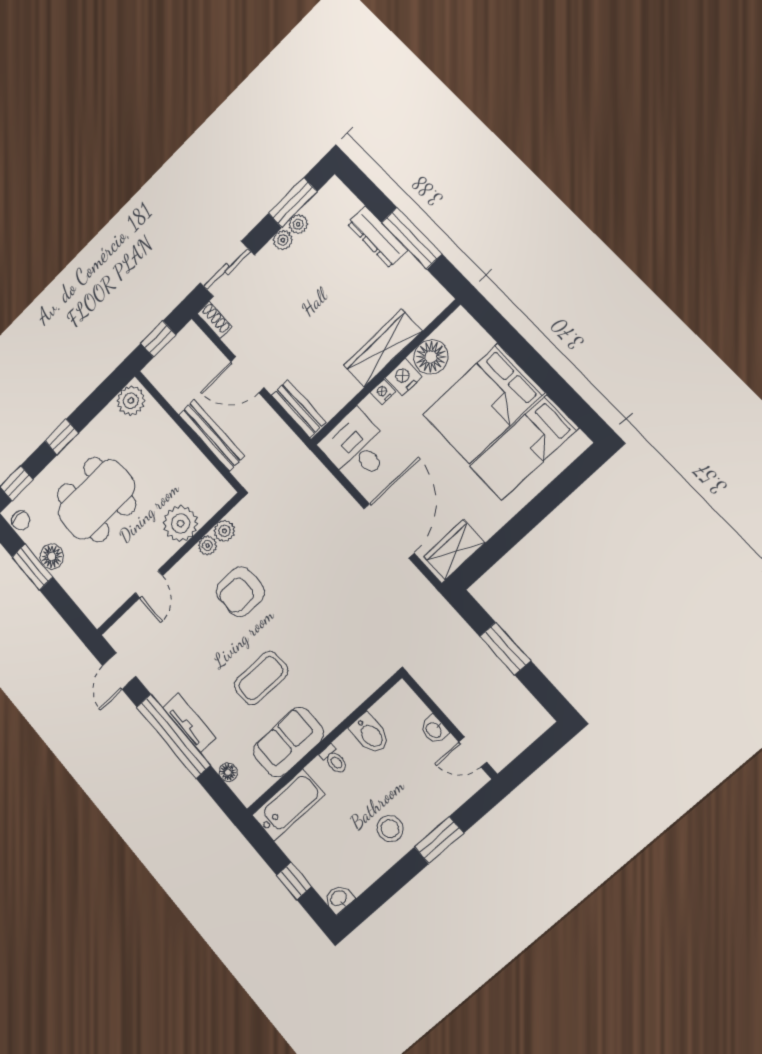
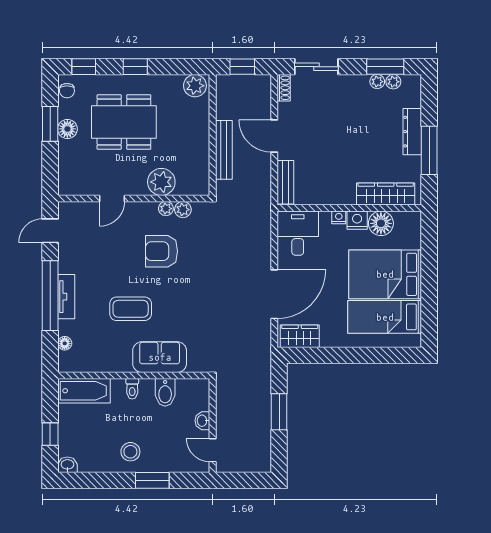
plant: (283, 240) -> (393, 82), moved
wardrobe: (383, 348) -> (386, 194), moved
sofa: (288, 742) -> (160, 357), moved

